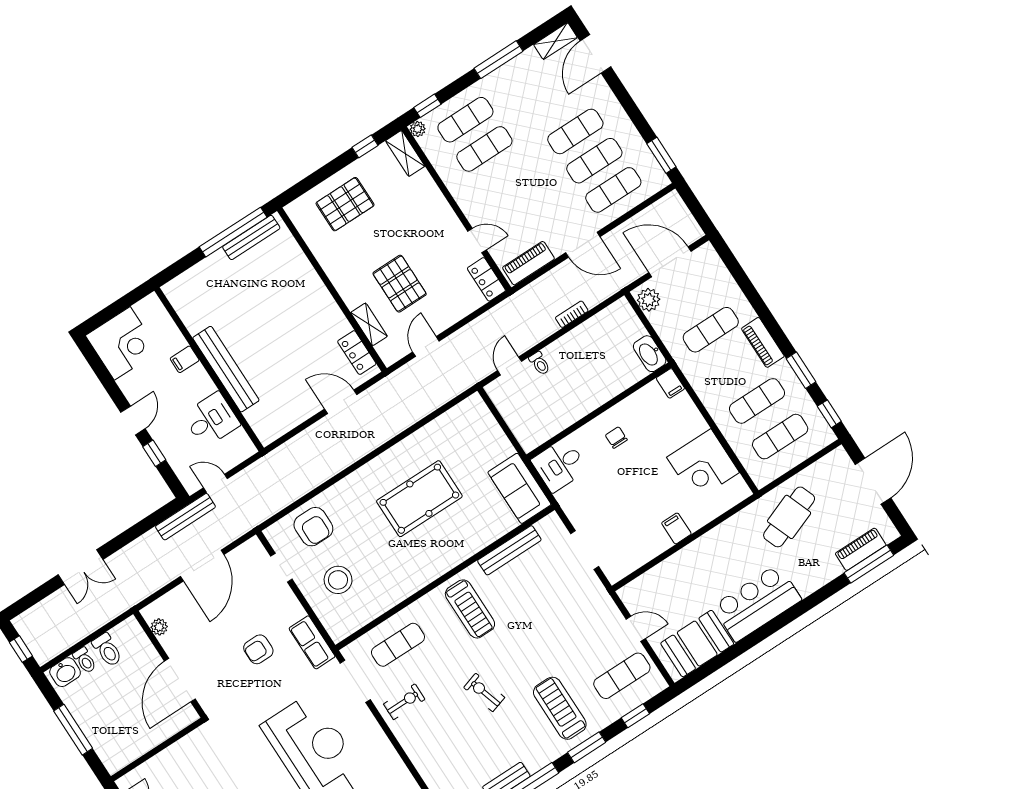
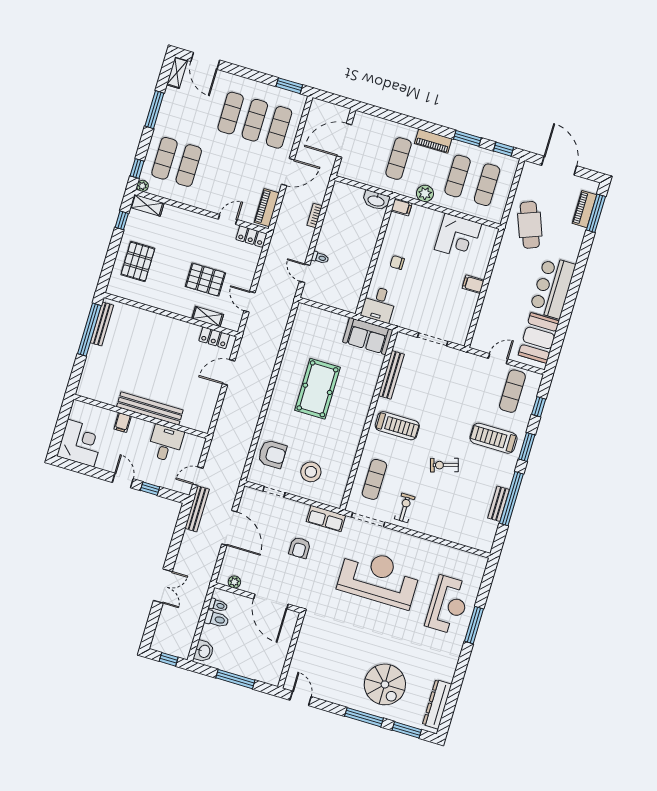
plant: (649, 300) -> (425, 193), moved
toilet: (85, 660) -> (218, 605), moved

